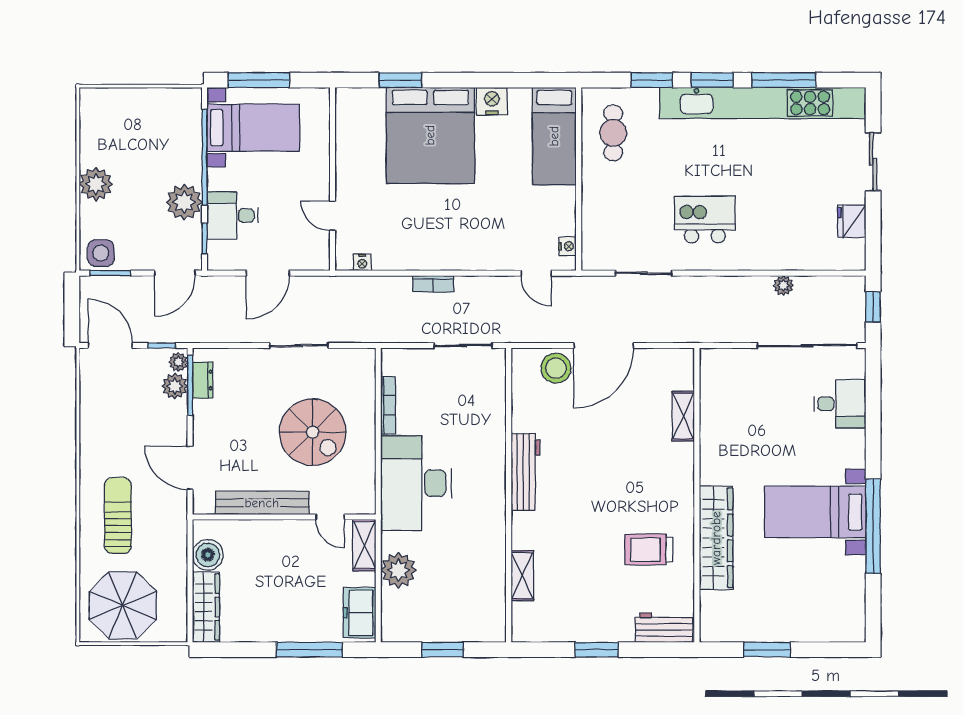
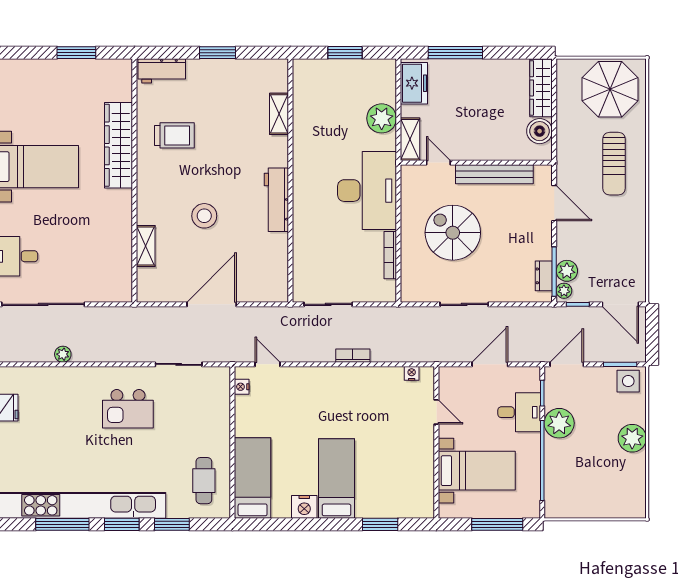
bed with nightstands: (253, 128) -> (477, 471), moved, turned 180
bed: (430, 135) -> (336, 479), width x0.49
stool: (556, 368) -> (204, 216), moved

